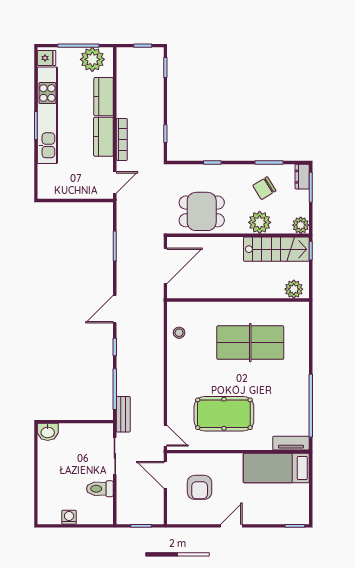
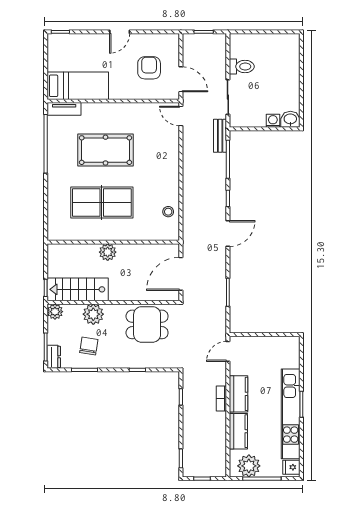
bookcase: (122, 139) -> (221, 398), width x0.64
chair: (264, 188) -> (89, 346), turned -49
plant: (294, 289) -> (108, 252), moved
pool table: (224, 414) -> (106, 150), moved
washing machine: (69, 517) -> (273, 121), moved, turned 180

